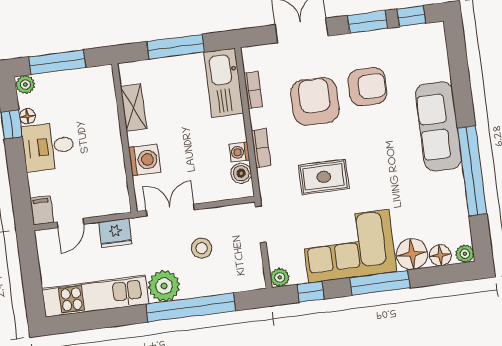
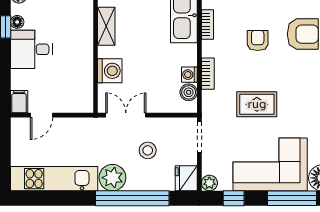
armchair: (315, 101) -> (258, 41), width x0.53, depth x0.53
fridge: (115, 233) -> (186, 178), moved, turned 90

